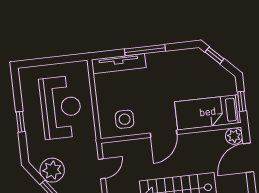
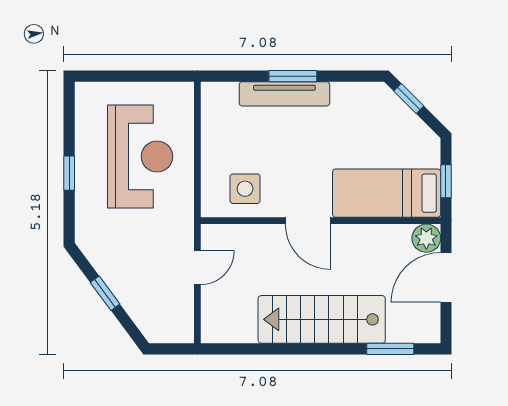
window: (145, 50) -> (293, 76), width x0.69
tv unit: (119, 64) -> (284, 94), moved
door: (164, 134) -> (308, 221), hinge flipped
plant: (52, 170) -> (113, 261), removed

